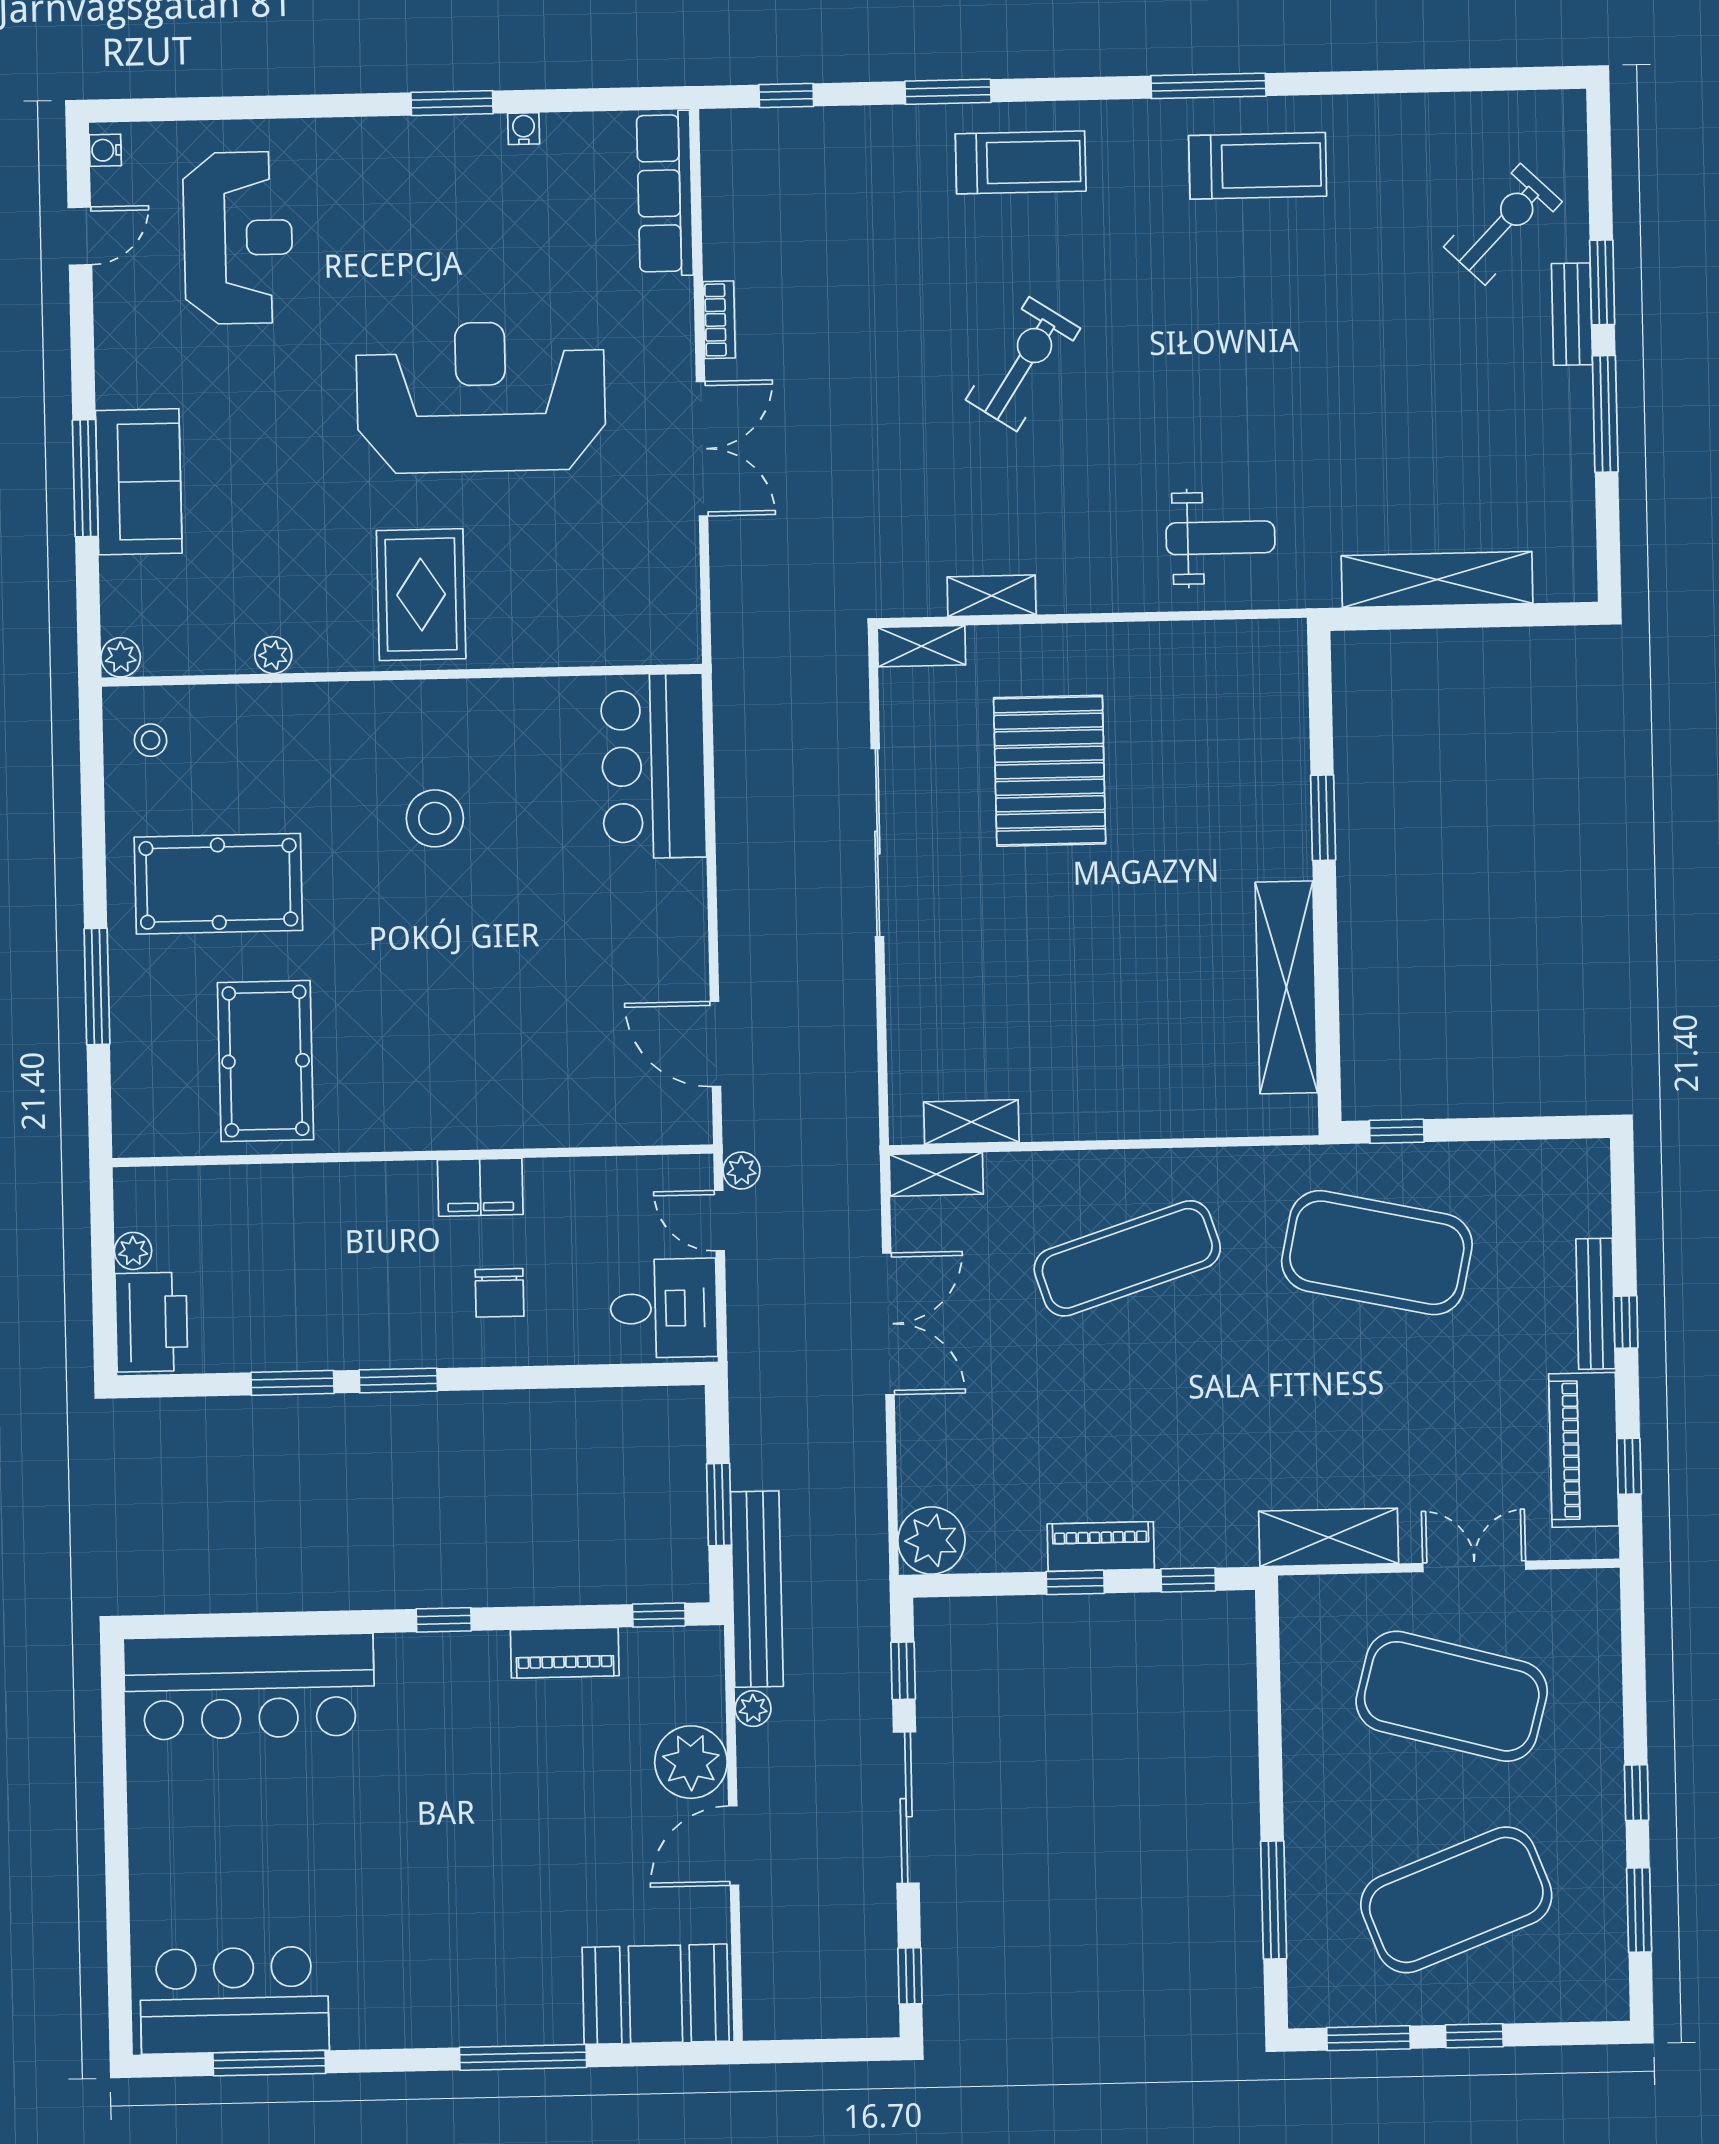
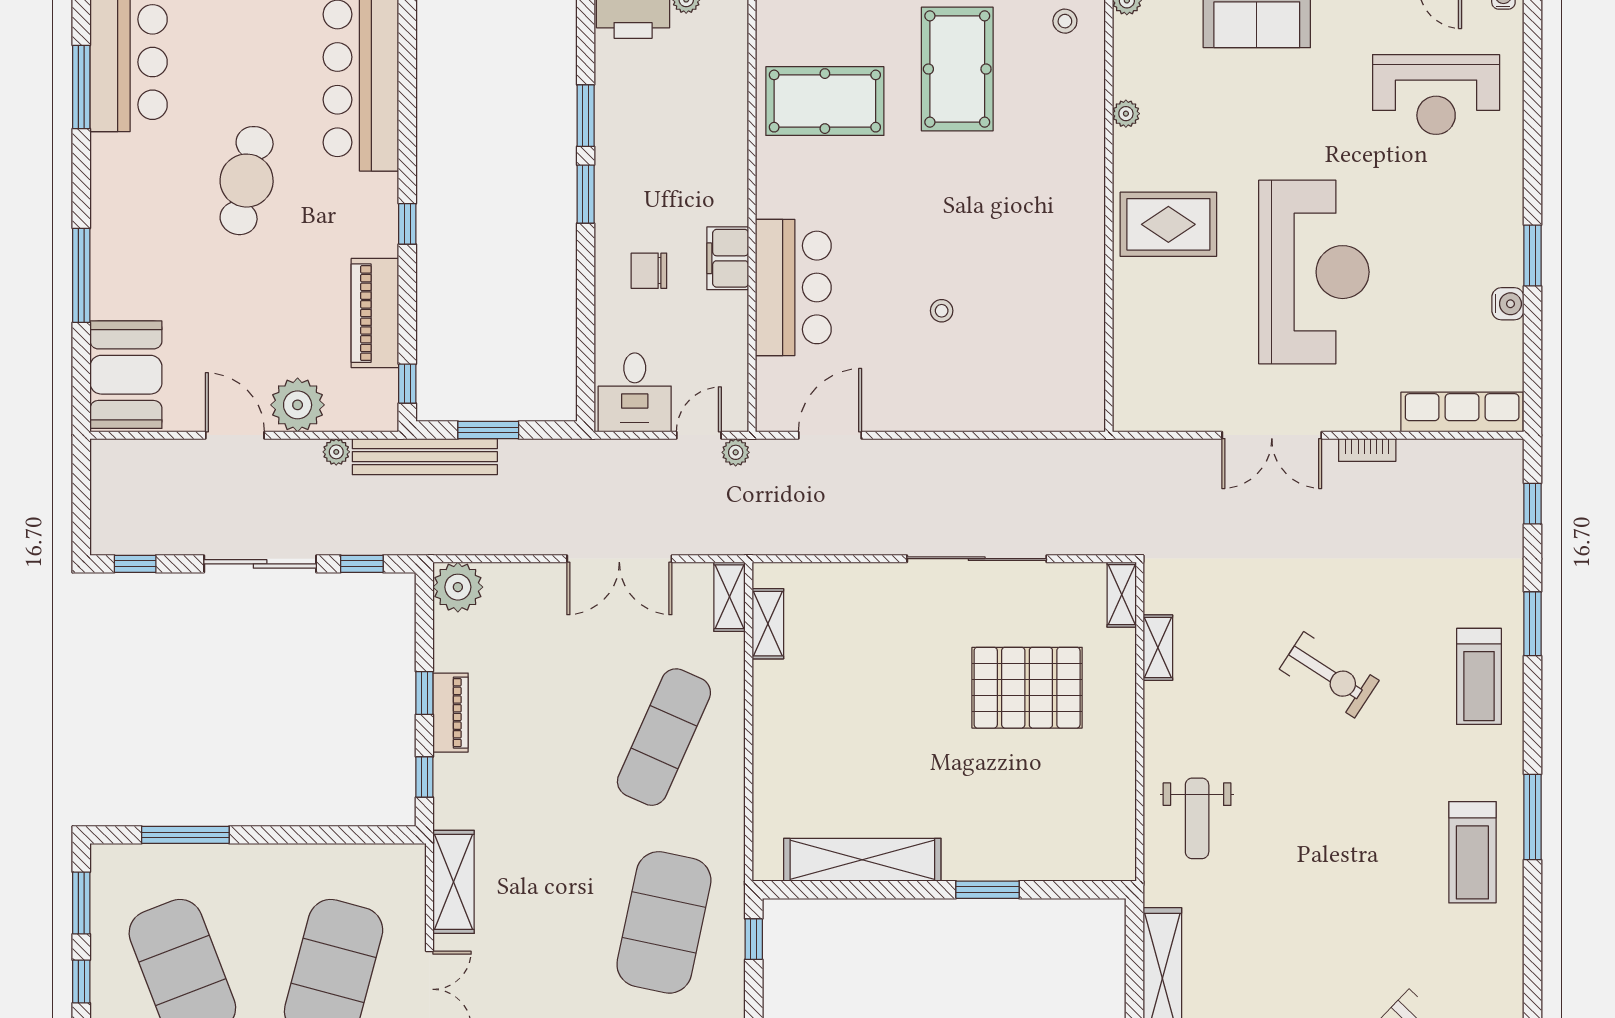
water cooler: (524, 129) -> (1508, 304), width x1.38, depth x1.38
bar counter: (653, 766) -> (793, 287), moved, turned 90
stool: (435, 818) -> (942, 311), moved, width x0.53, depth x0.53
exercise mat: (1127, 1258) -> (664, 737), turned 42
piano: (565, 1653) -> (375, 313), width x1.37, depth x1.33
cafe table: (390, 1838) -> (247, 181), added

